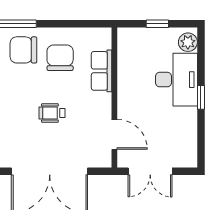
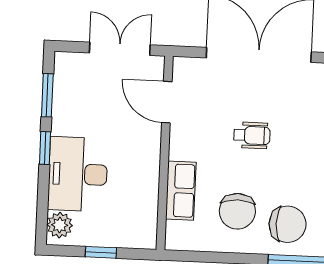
window: (201, 135) -> (47, 95), added

